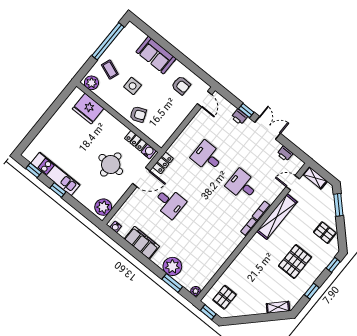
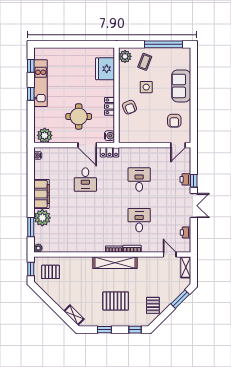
locker: (136, 141) -> (110, 106), moved
shelving: (277, 217) -> (115, 263), moved
filing cabinet: (142, 243) -> (42, 194), moved

